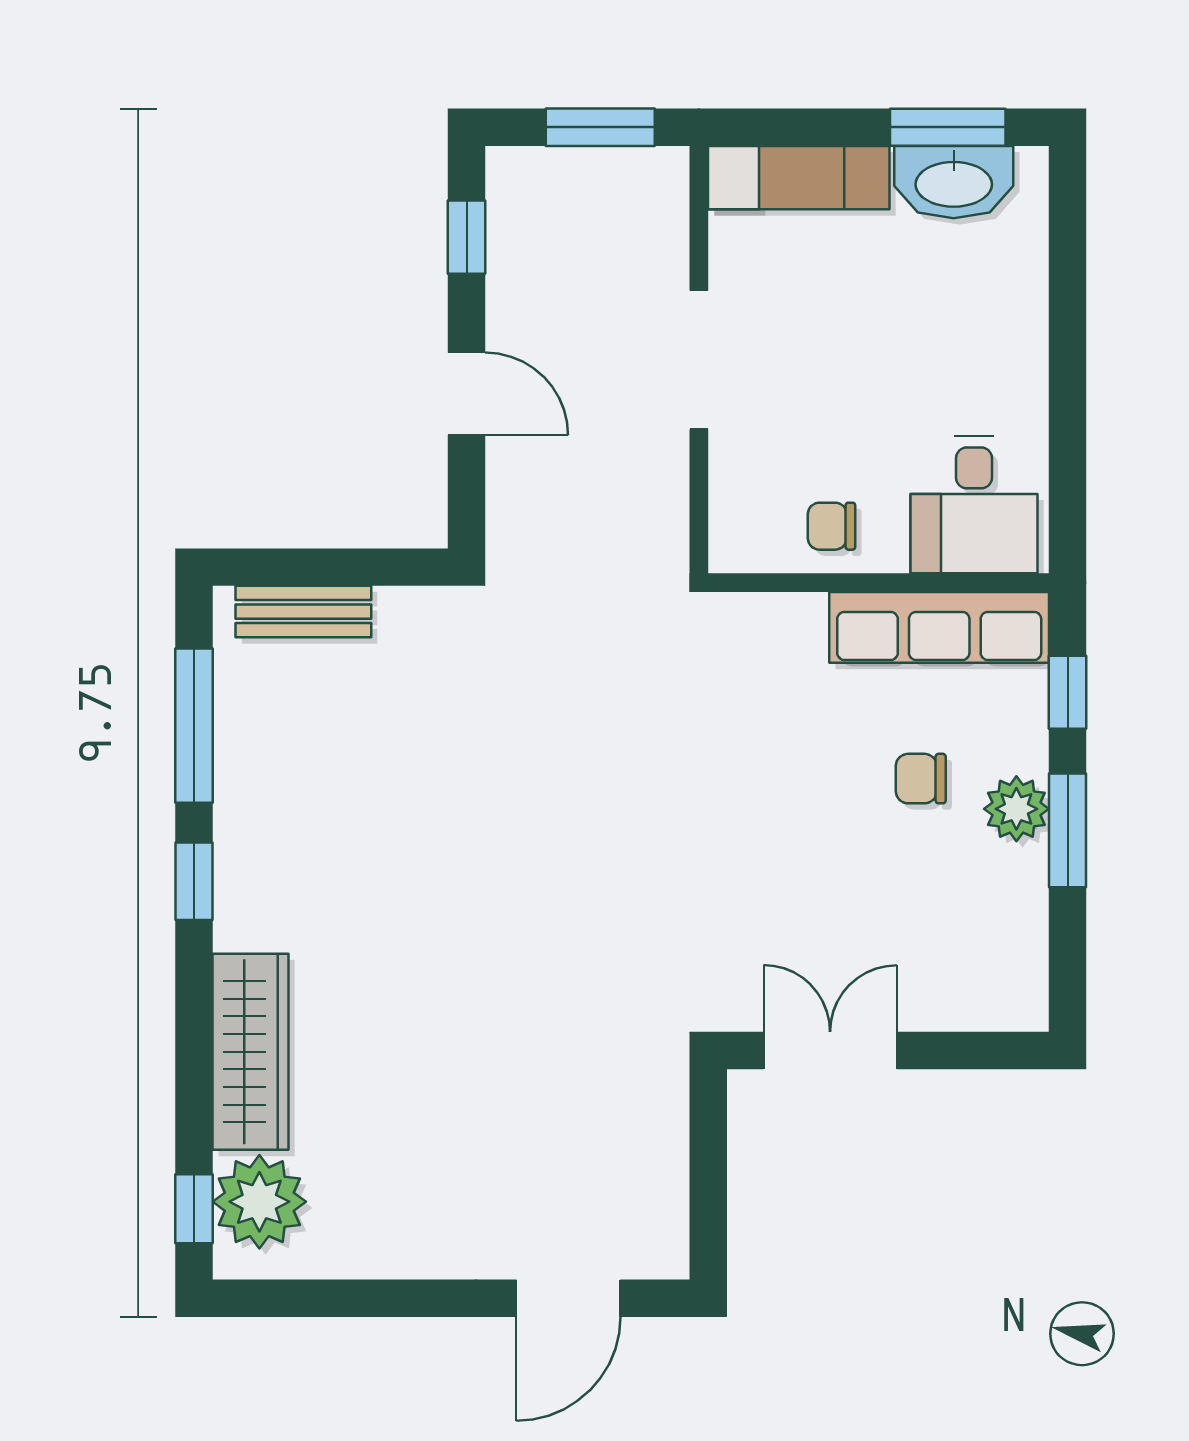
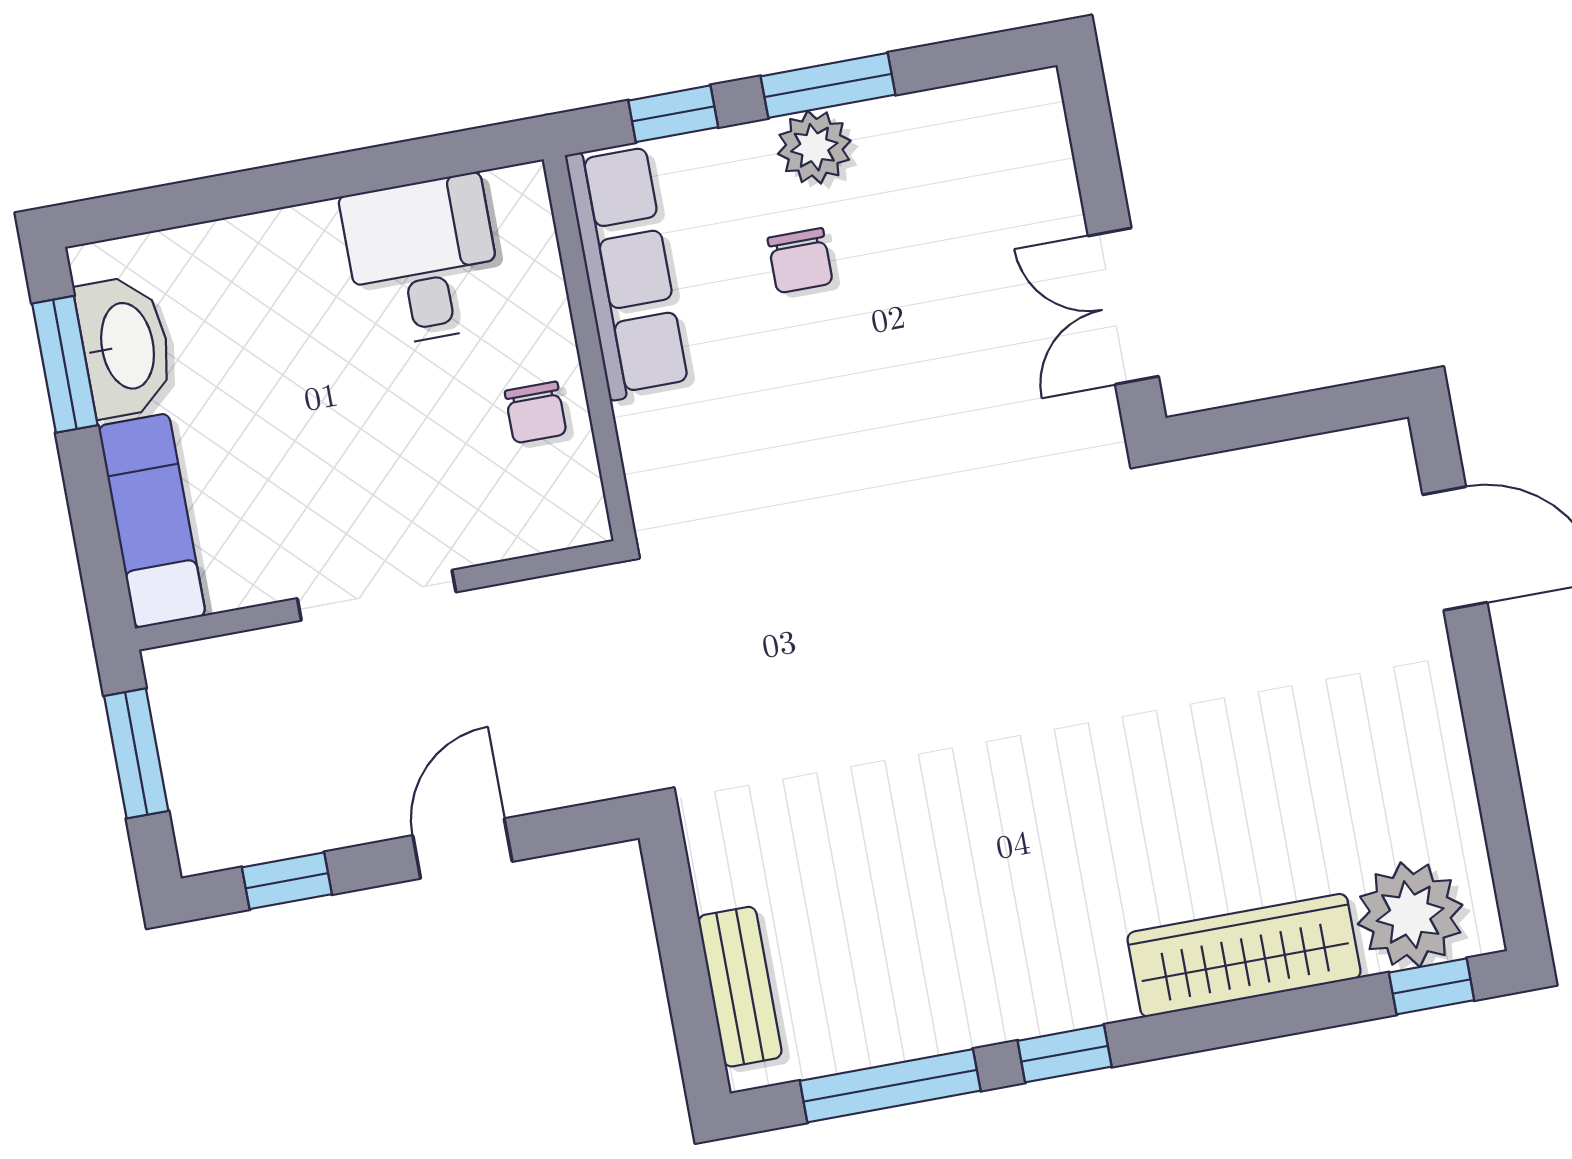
desk: (974, 505) -> (423, 261), moved, turned -90

